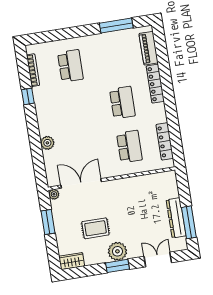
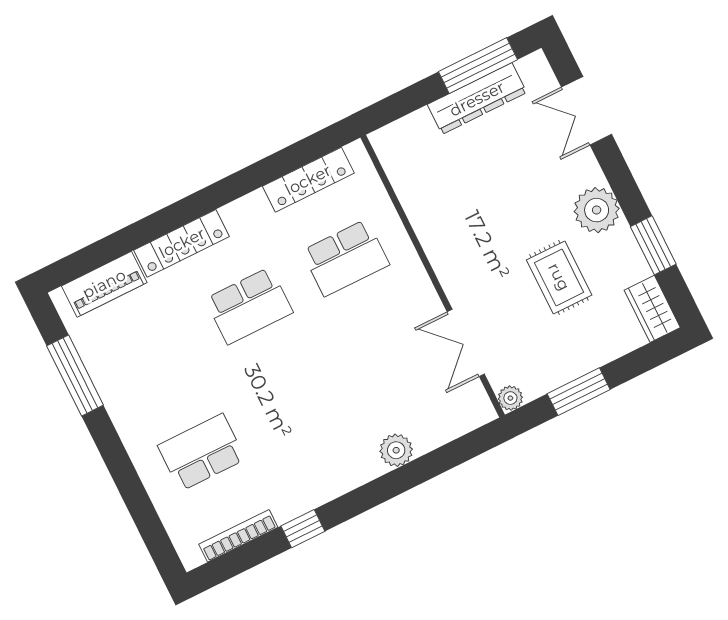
school desk: (122, 103) -> (249, 306), turned 180
school desk: (129, 147) -> (346, 258), turned 180
double door: (81, 183) -> (466, 343), width x0.73
window: (117, 266) -> (653, 245), moved

